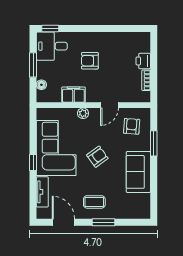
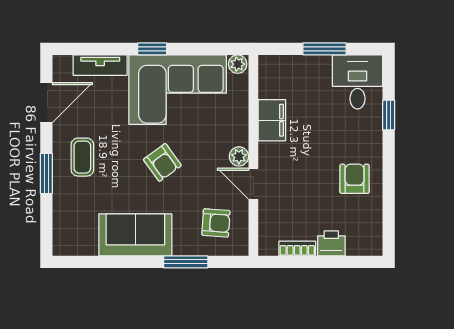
window: (50, 29) -> (389, 115), moved
armchair: (90, 61) -> (355, 179), moved
floor lamp: (41, 85) -> (289, 64), removed
plant: (83, 113) -> (239, 156), moved
plant: (42, 114) -> (238, 64), added

